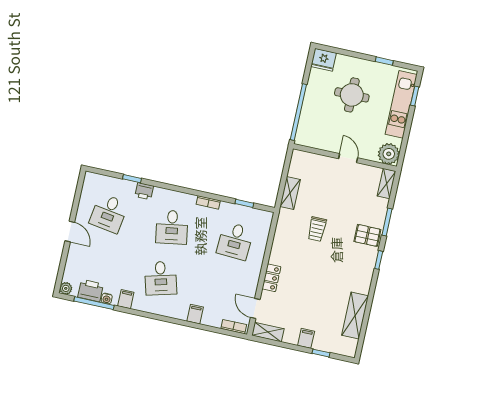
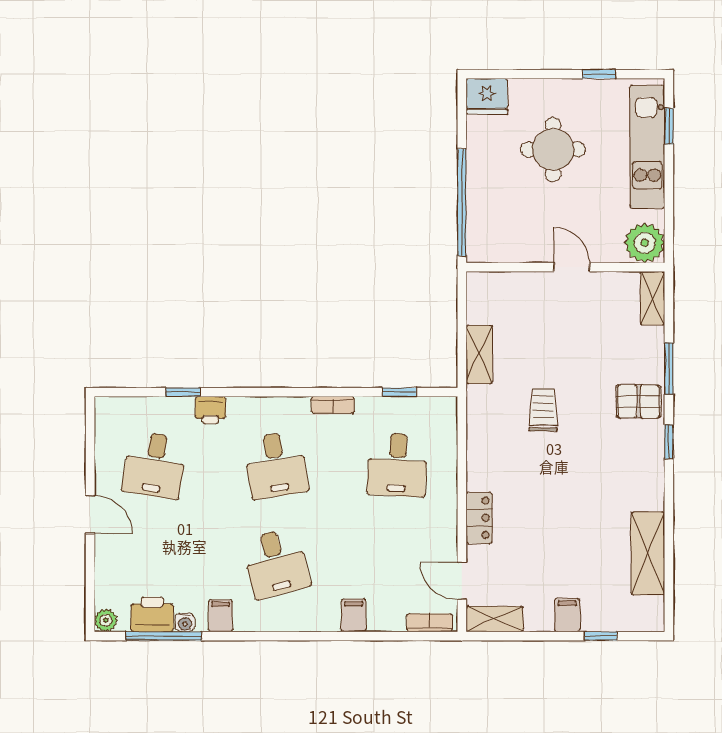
trolley: (317, 229) -> (543, 410), turned 180

